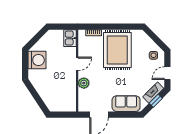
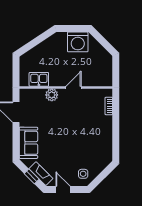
kitchen sink: (70, 38) -> (39, 79), moved
rug: (117, 50) -> (89, 133), removed
door: (77, 64) -> (73, 87), swing flipped

